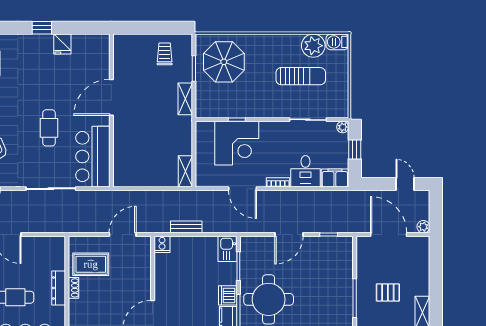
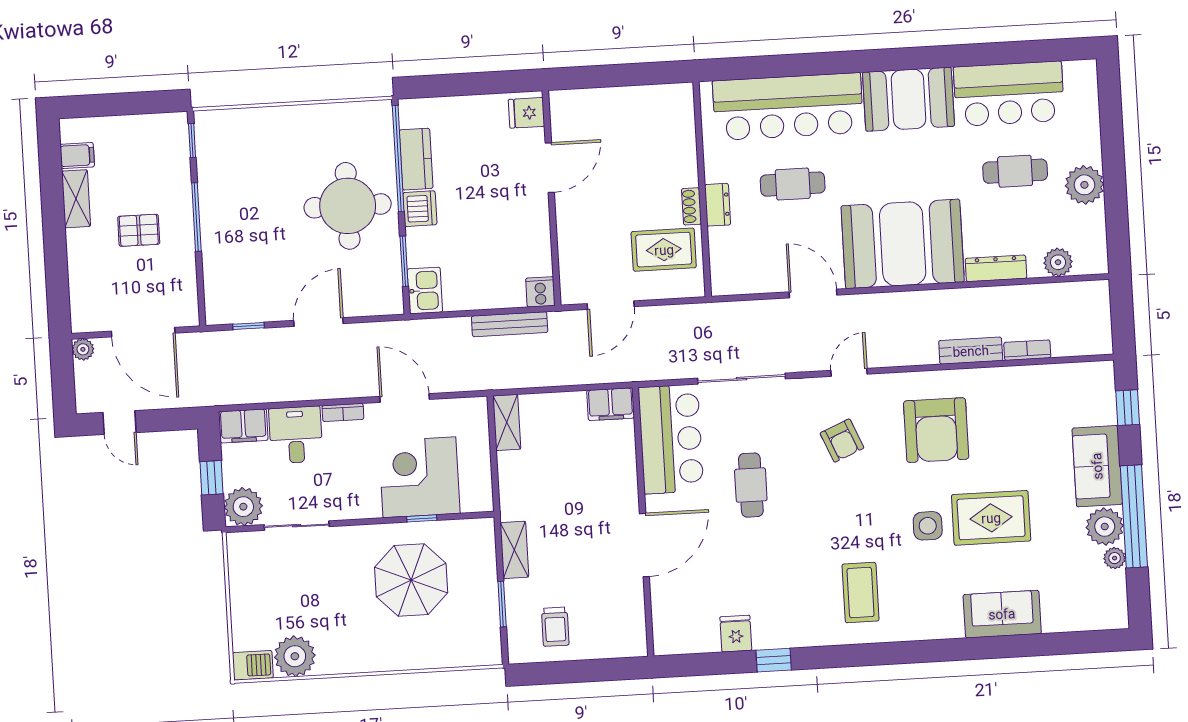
parasol: (224, 62) -> (411, 580), moved
sun lounger: (301, 76) -> (314, 601), removed
plant: (343, 127) -> (243, 507), width x1.87, depth x1.87
filing cabinet: (126, 178) -> (611, 404), added
bench: (186, 227) -> (510, 324), width x1.36
dresser: (59, 288) -> (718, 205), width x0.70

